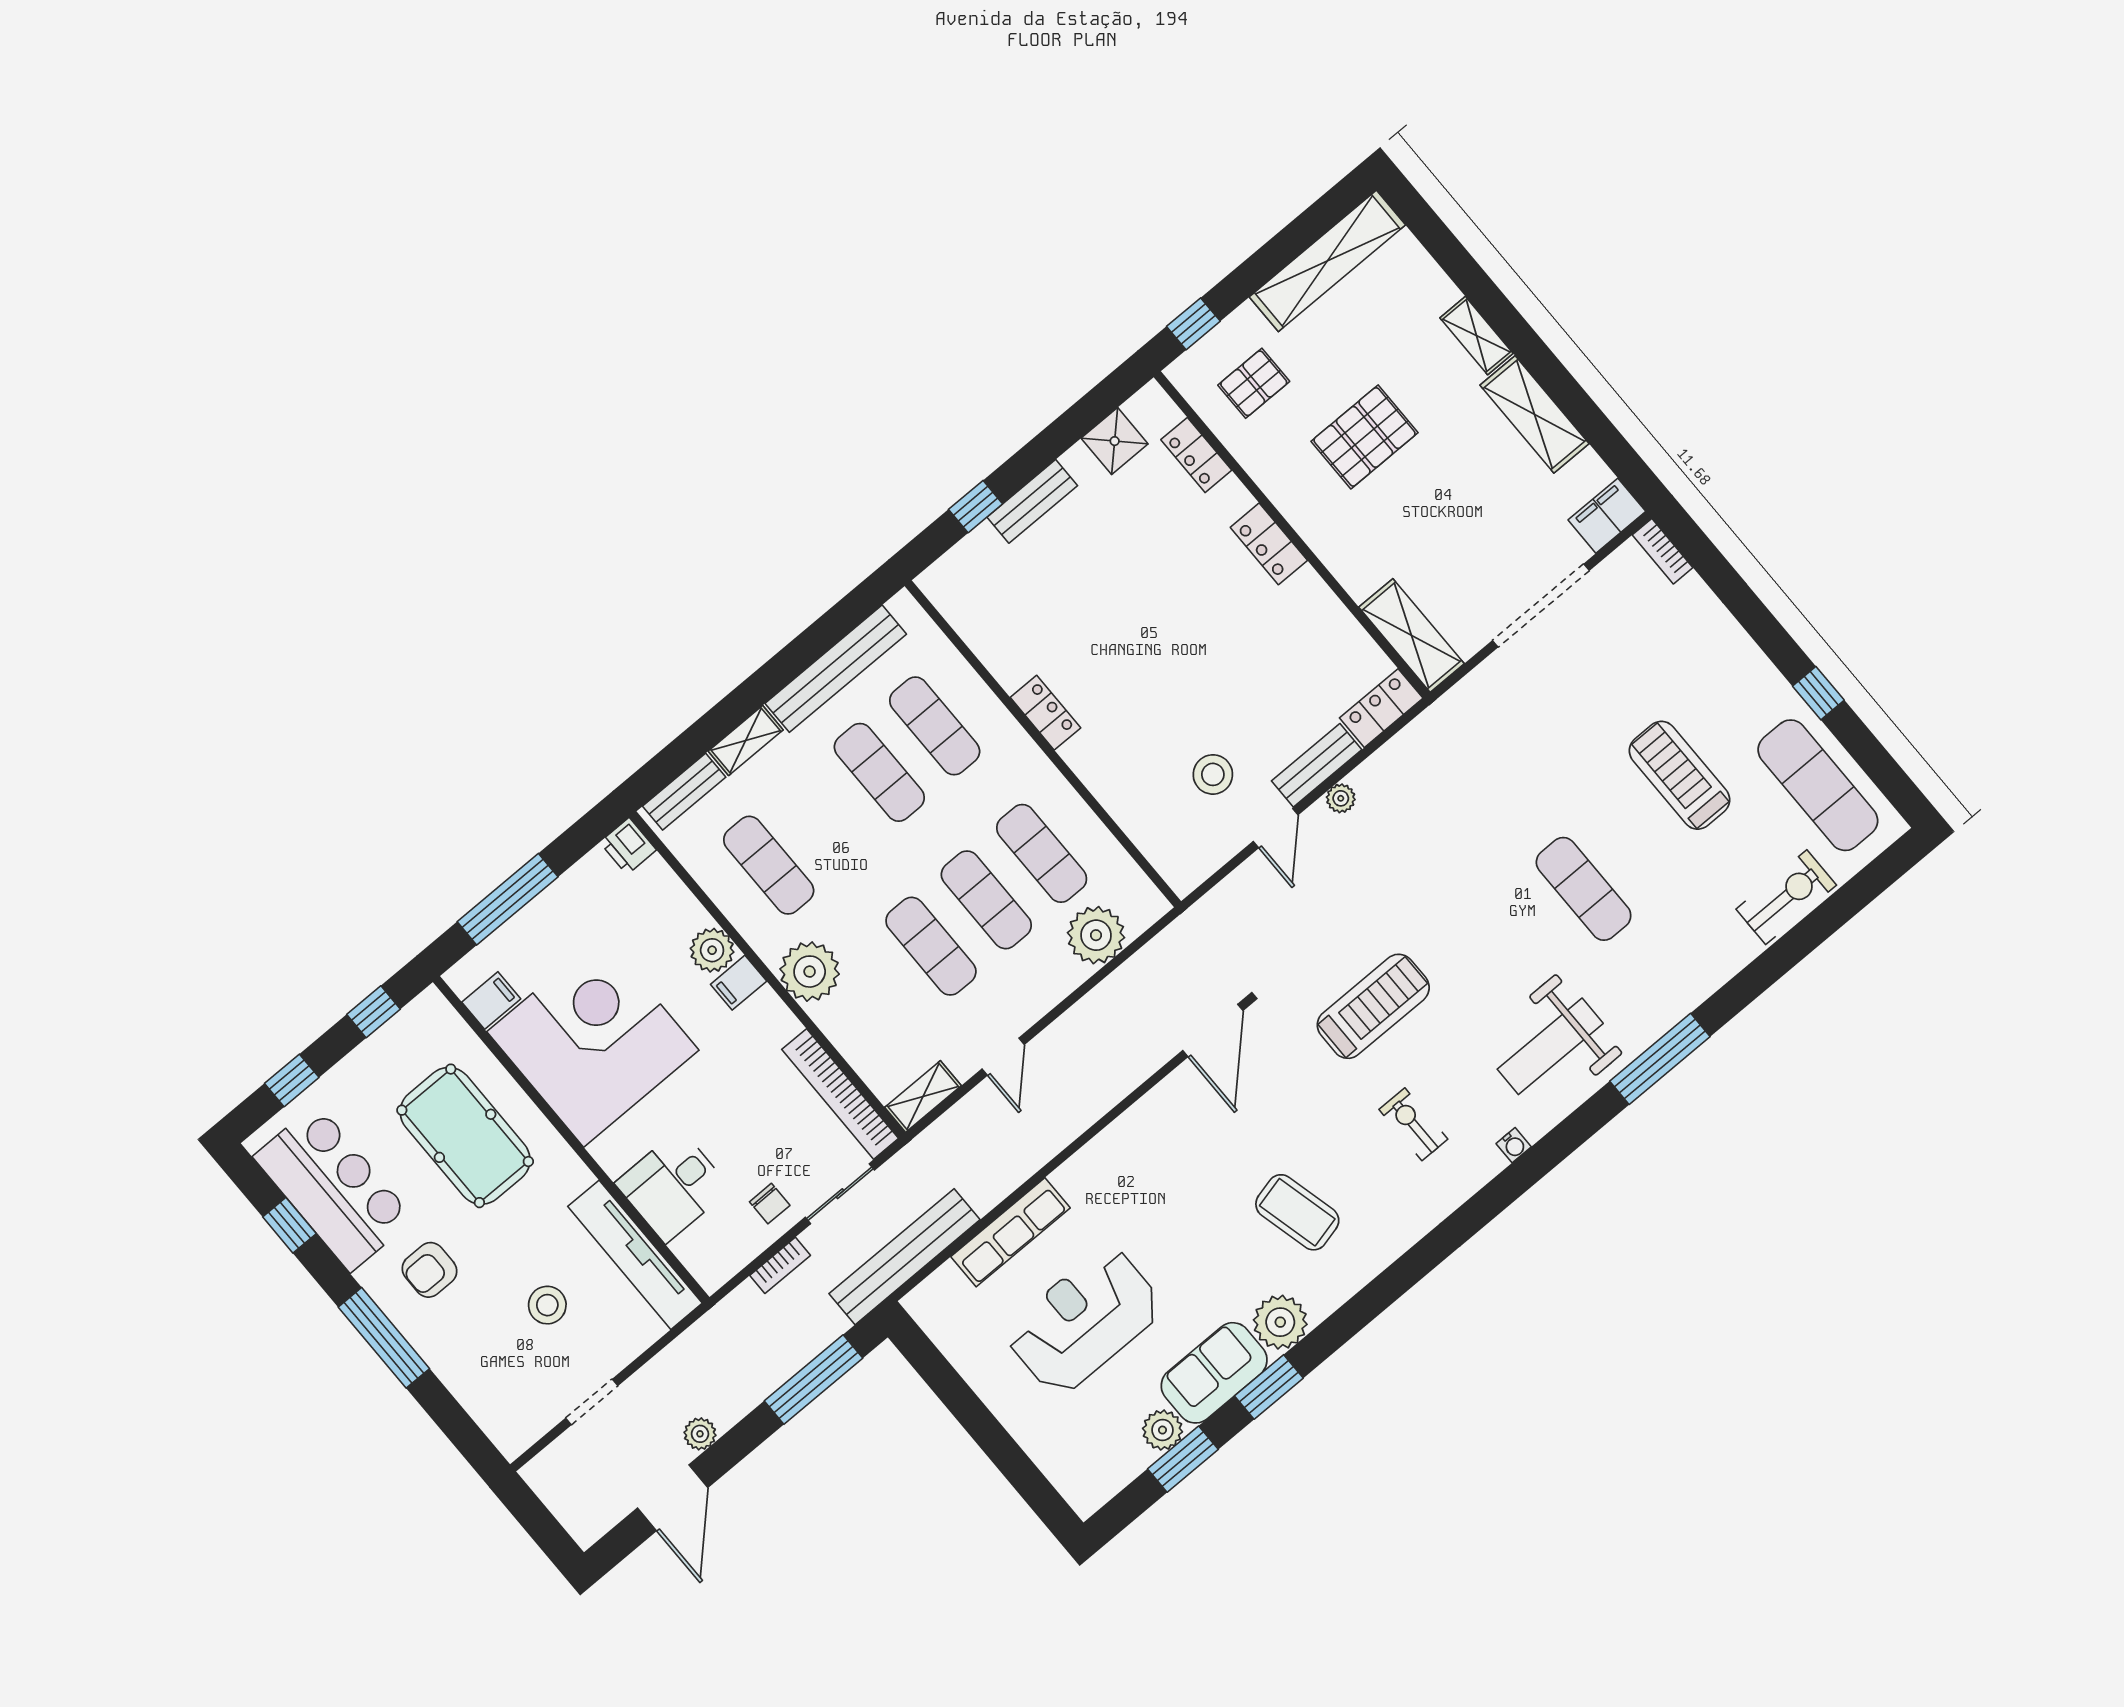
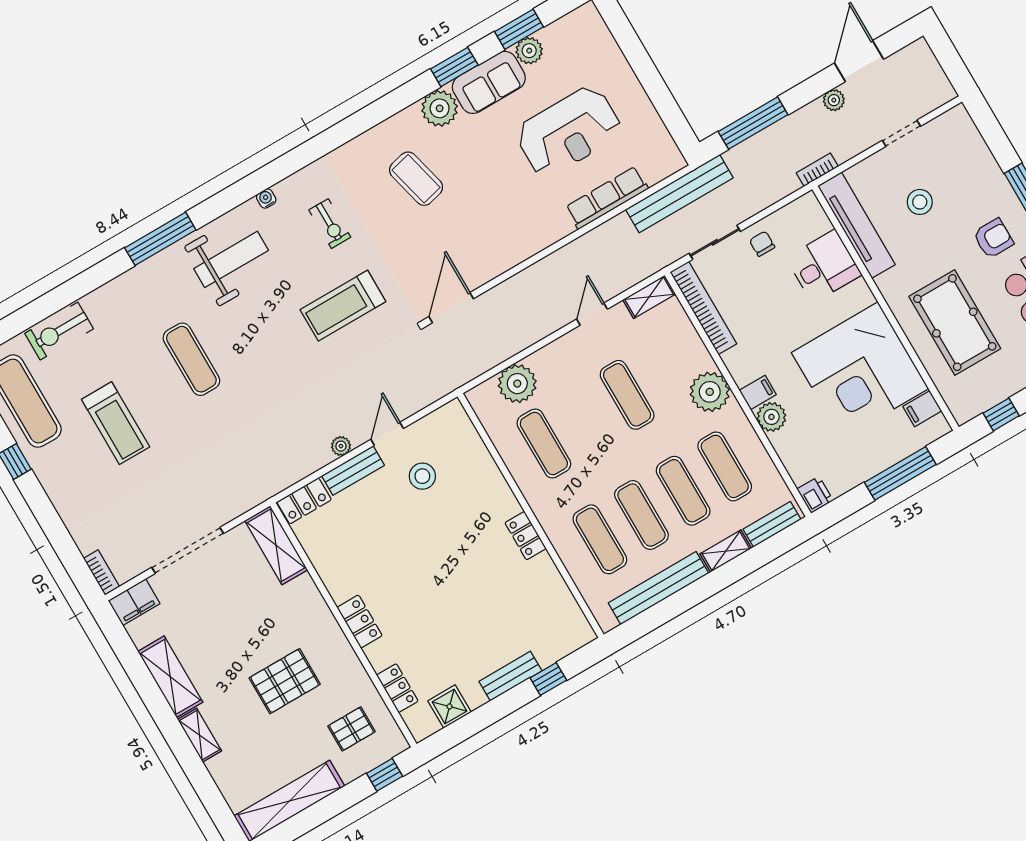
exercise mat: (986, 900) -> (683, 491), moved
bookcase: (780, 1265) -> (817, 170), moved

